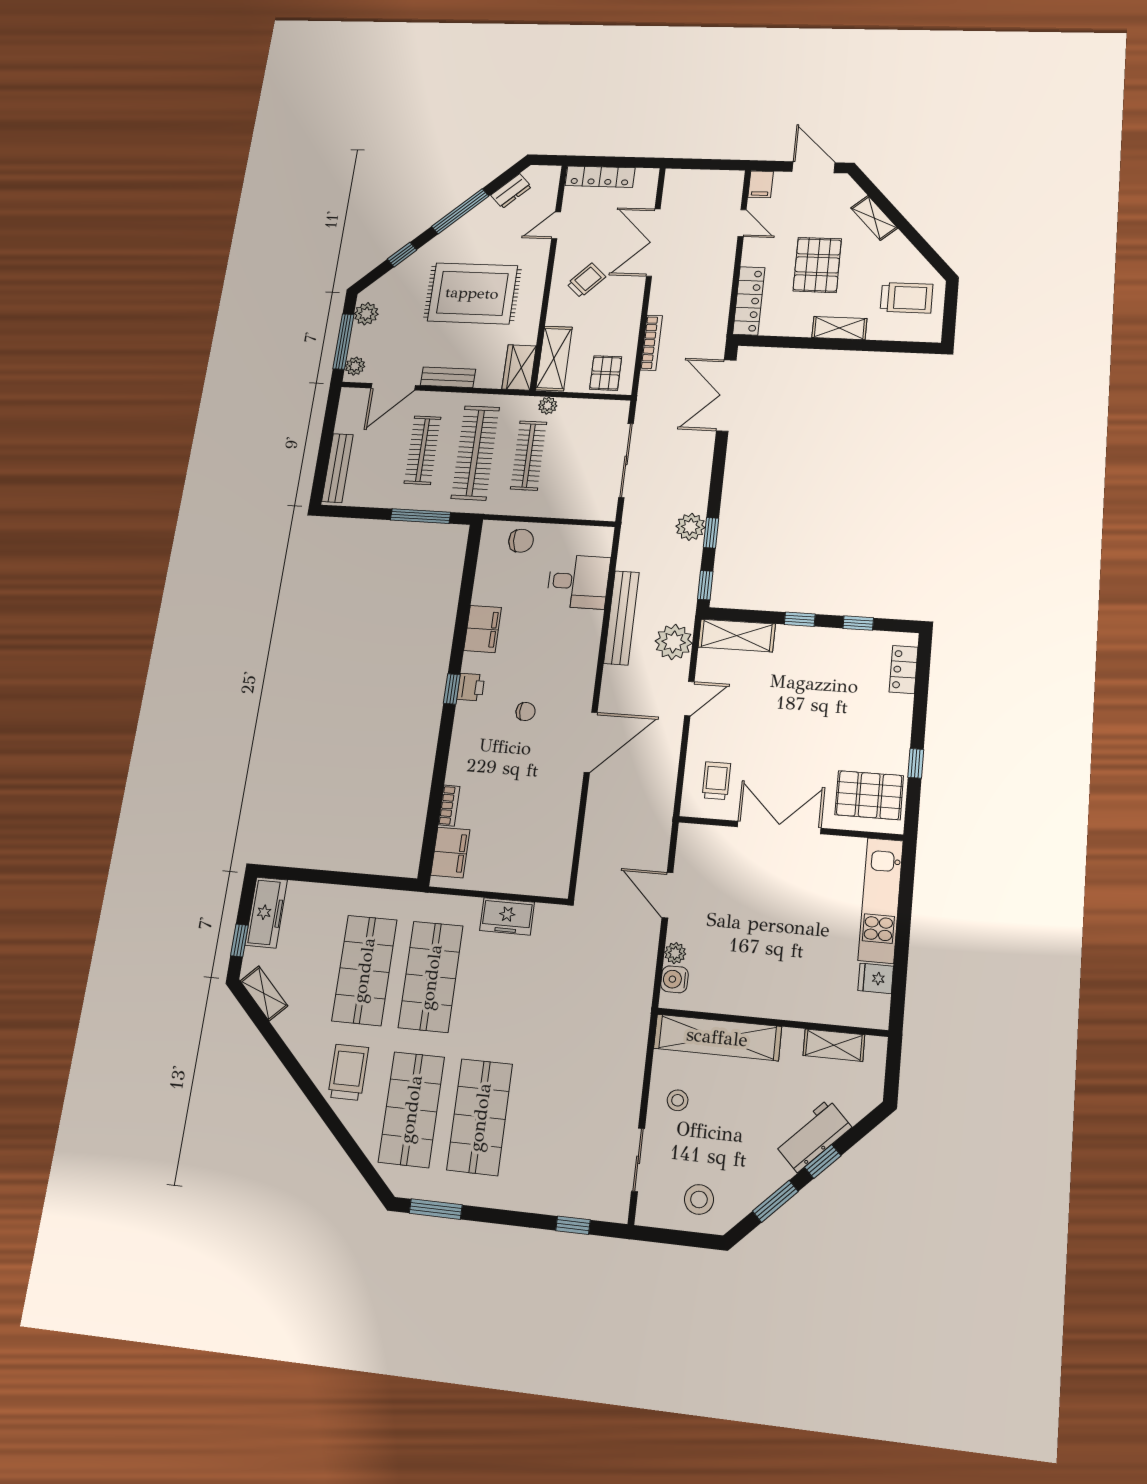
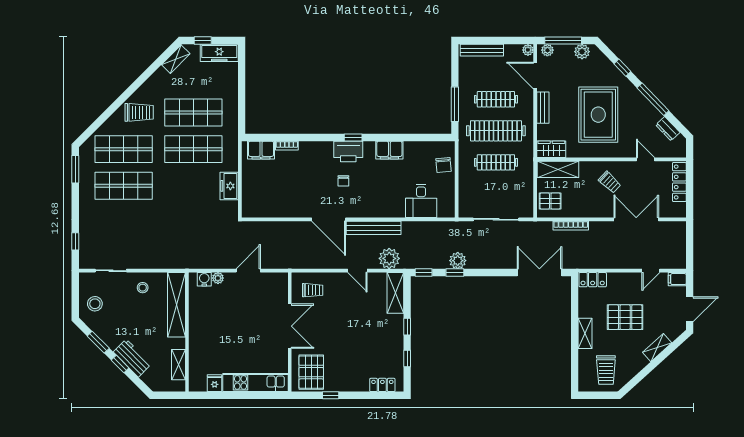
locker: (749, 301) -> (593, 280), width x0.66
plant: (548, 406) -> (528, 50), moved
bench: (621, 618) -> (374, 228), moved
printer: (471, 687) -> (348, 151), width x1.87, depth x1.48

